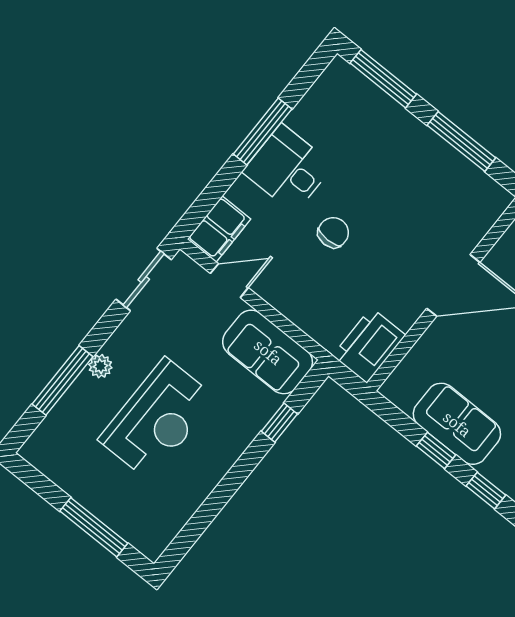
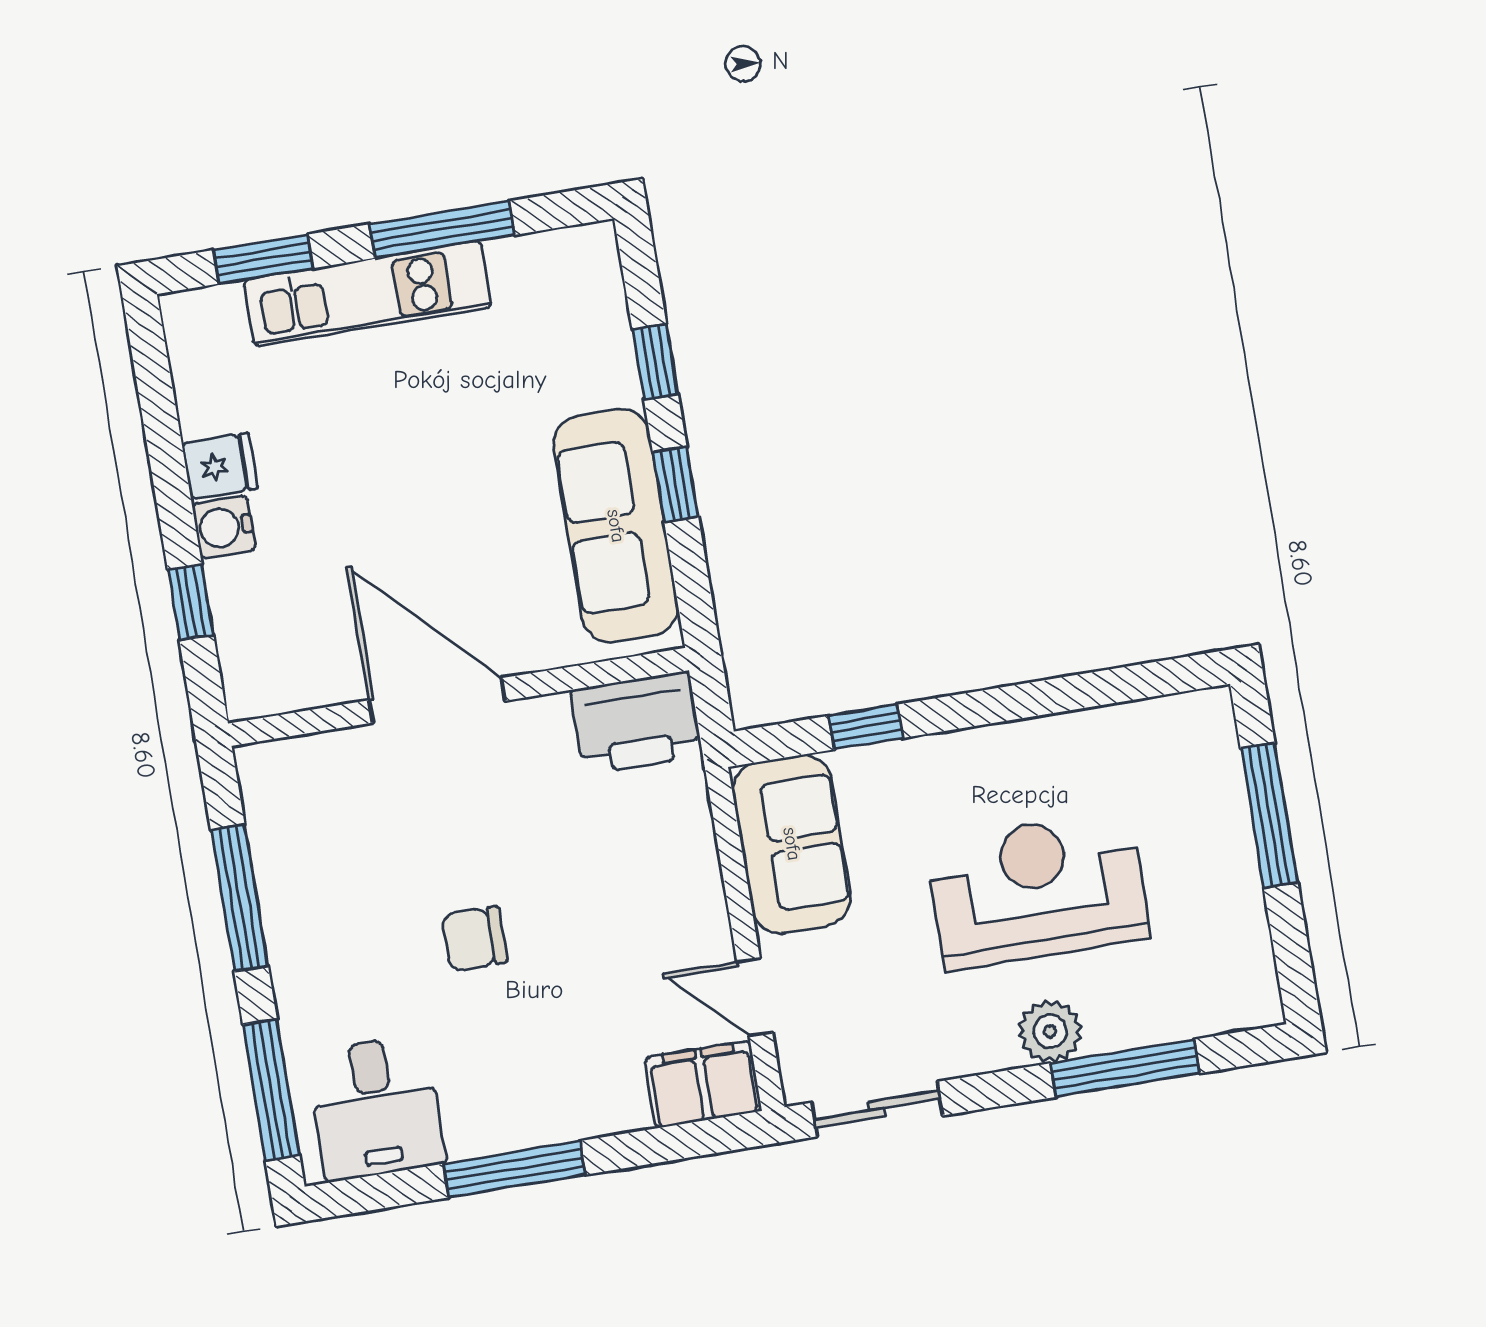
desk: (288, 169) -> (376, 1108), moved
chair: (333, 233) -> (474, 939), moved
plant: (100, 366) -> (1050, 1031), width x1.38, depth x1.38
sofa: (457, 424) -> (616, 526), width x1.36

